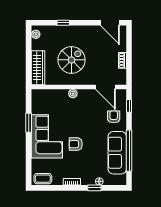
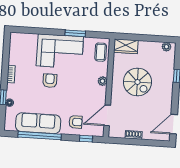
wardrobe: (38, 68) -> (126, 46), width x0.67
coffee table: (43, 179) -> (101, 52), moved

